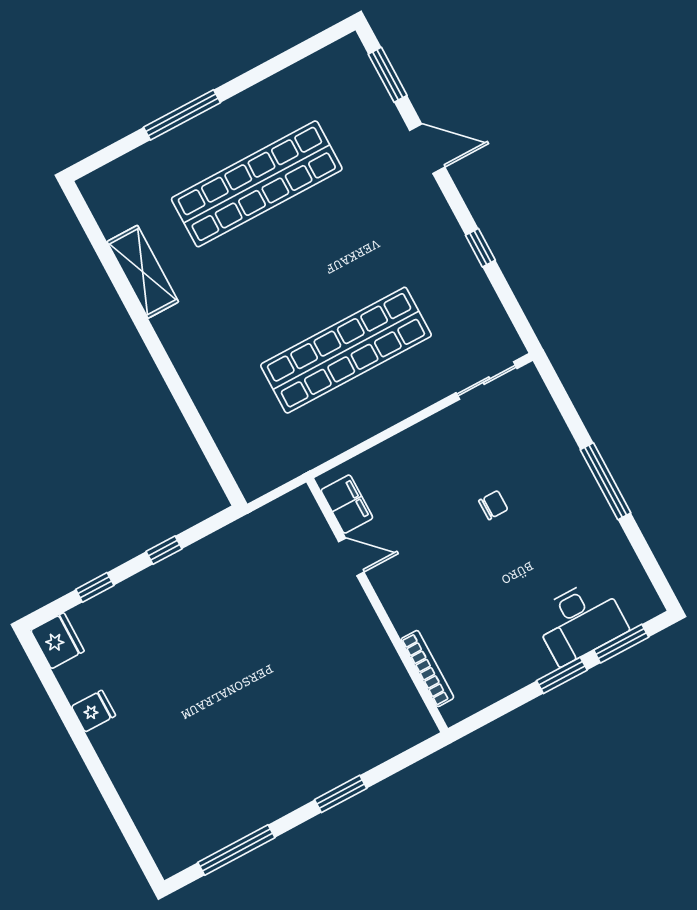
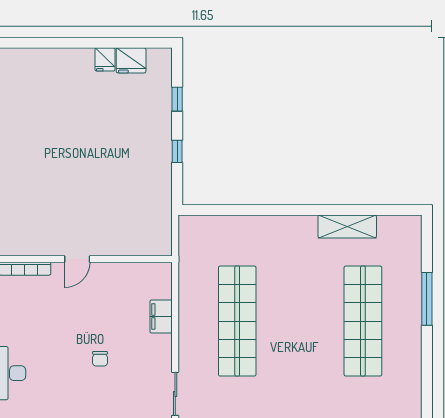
filing cabinet: (347, 504) -> (161, 316), moved, turned 90
door: (351, 557) -> (77, 259), moved
fridge: (57, 641) -> (131, 60), moved

